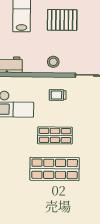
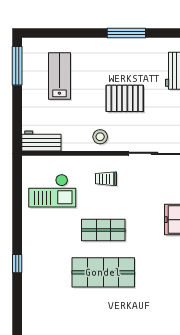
pallet: (62, 20) -> (125, 98), moved

